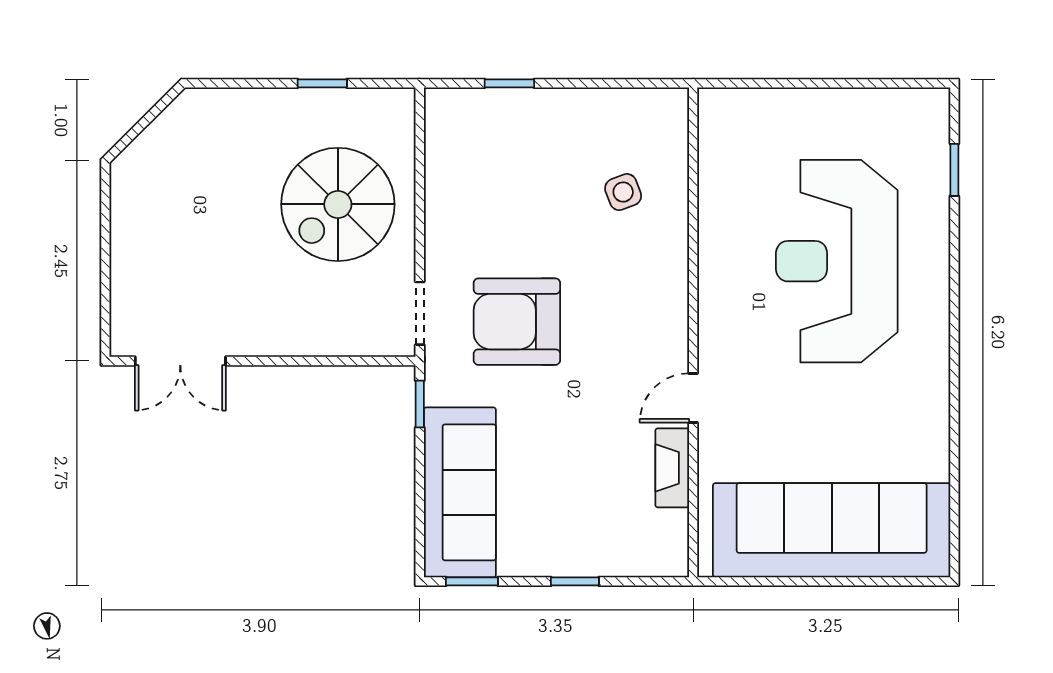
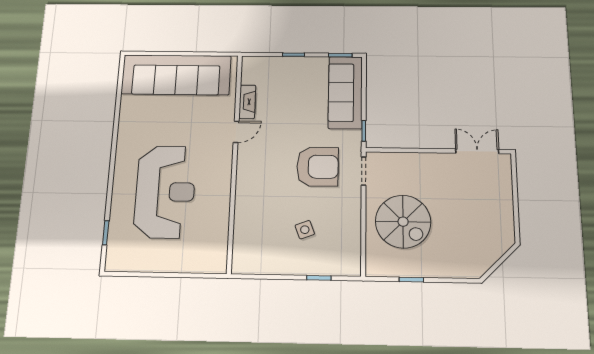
side table: (623, 192) -> (305, 230), moved
spiral stairs: (338, 204) -> (403, 222), turned 90

